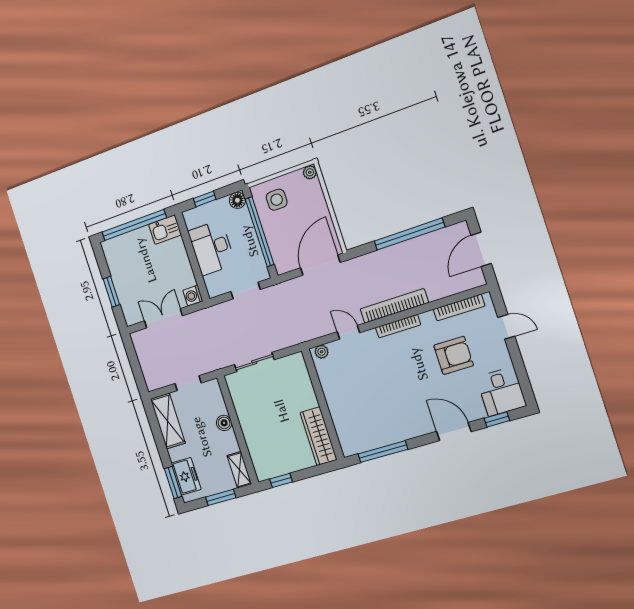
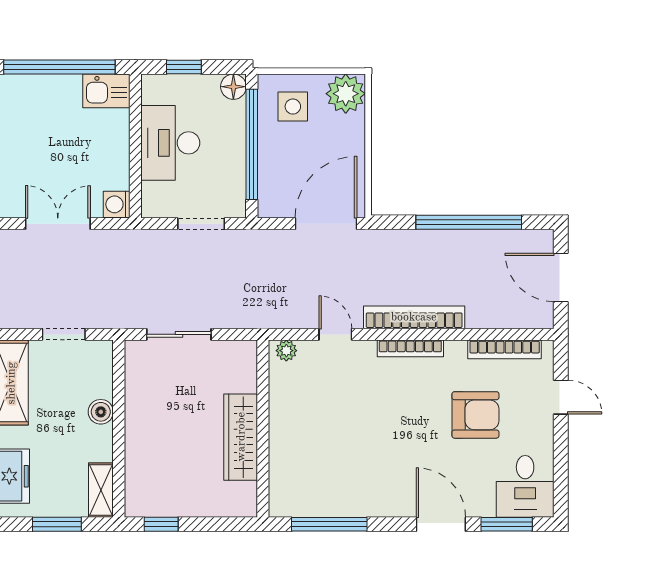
plant: (310, 172) -> (346, 94), width x1.88, depth x1.88
door: (481, 249) -> (561, 277), hinge flipped
window: (497, 419) -> (507, 524), width x1.50
wardrobe: (319, 436) -> (241, 437), moved

